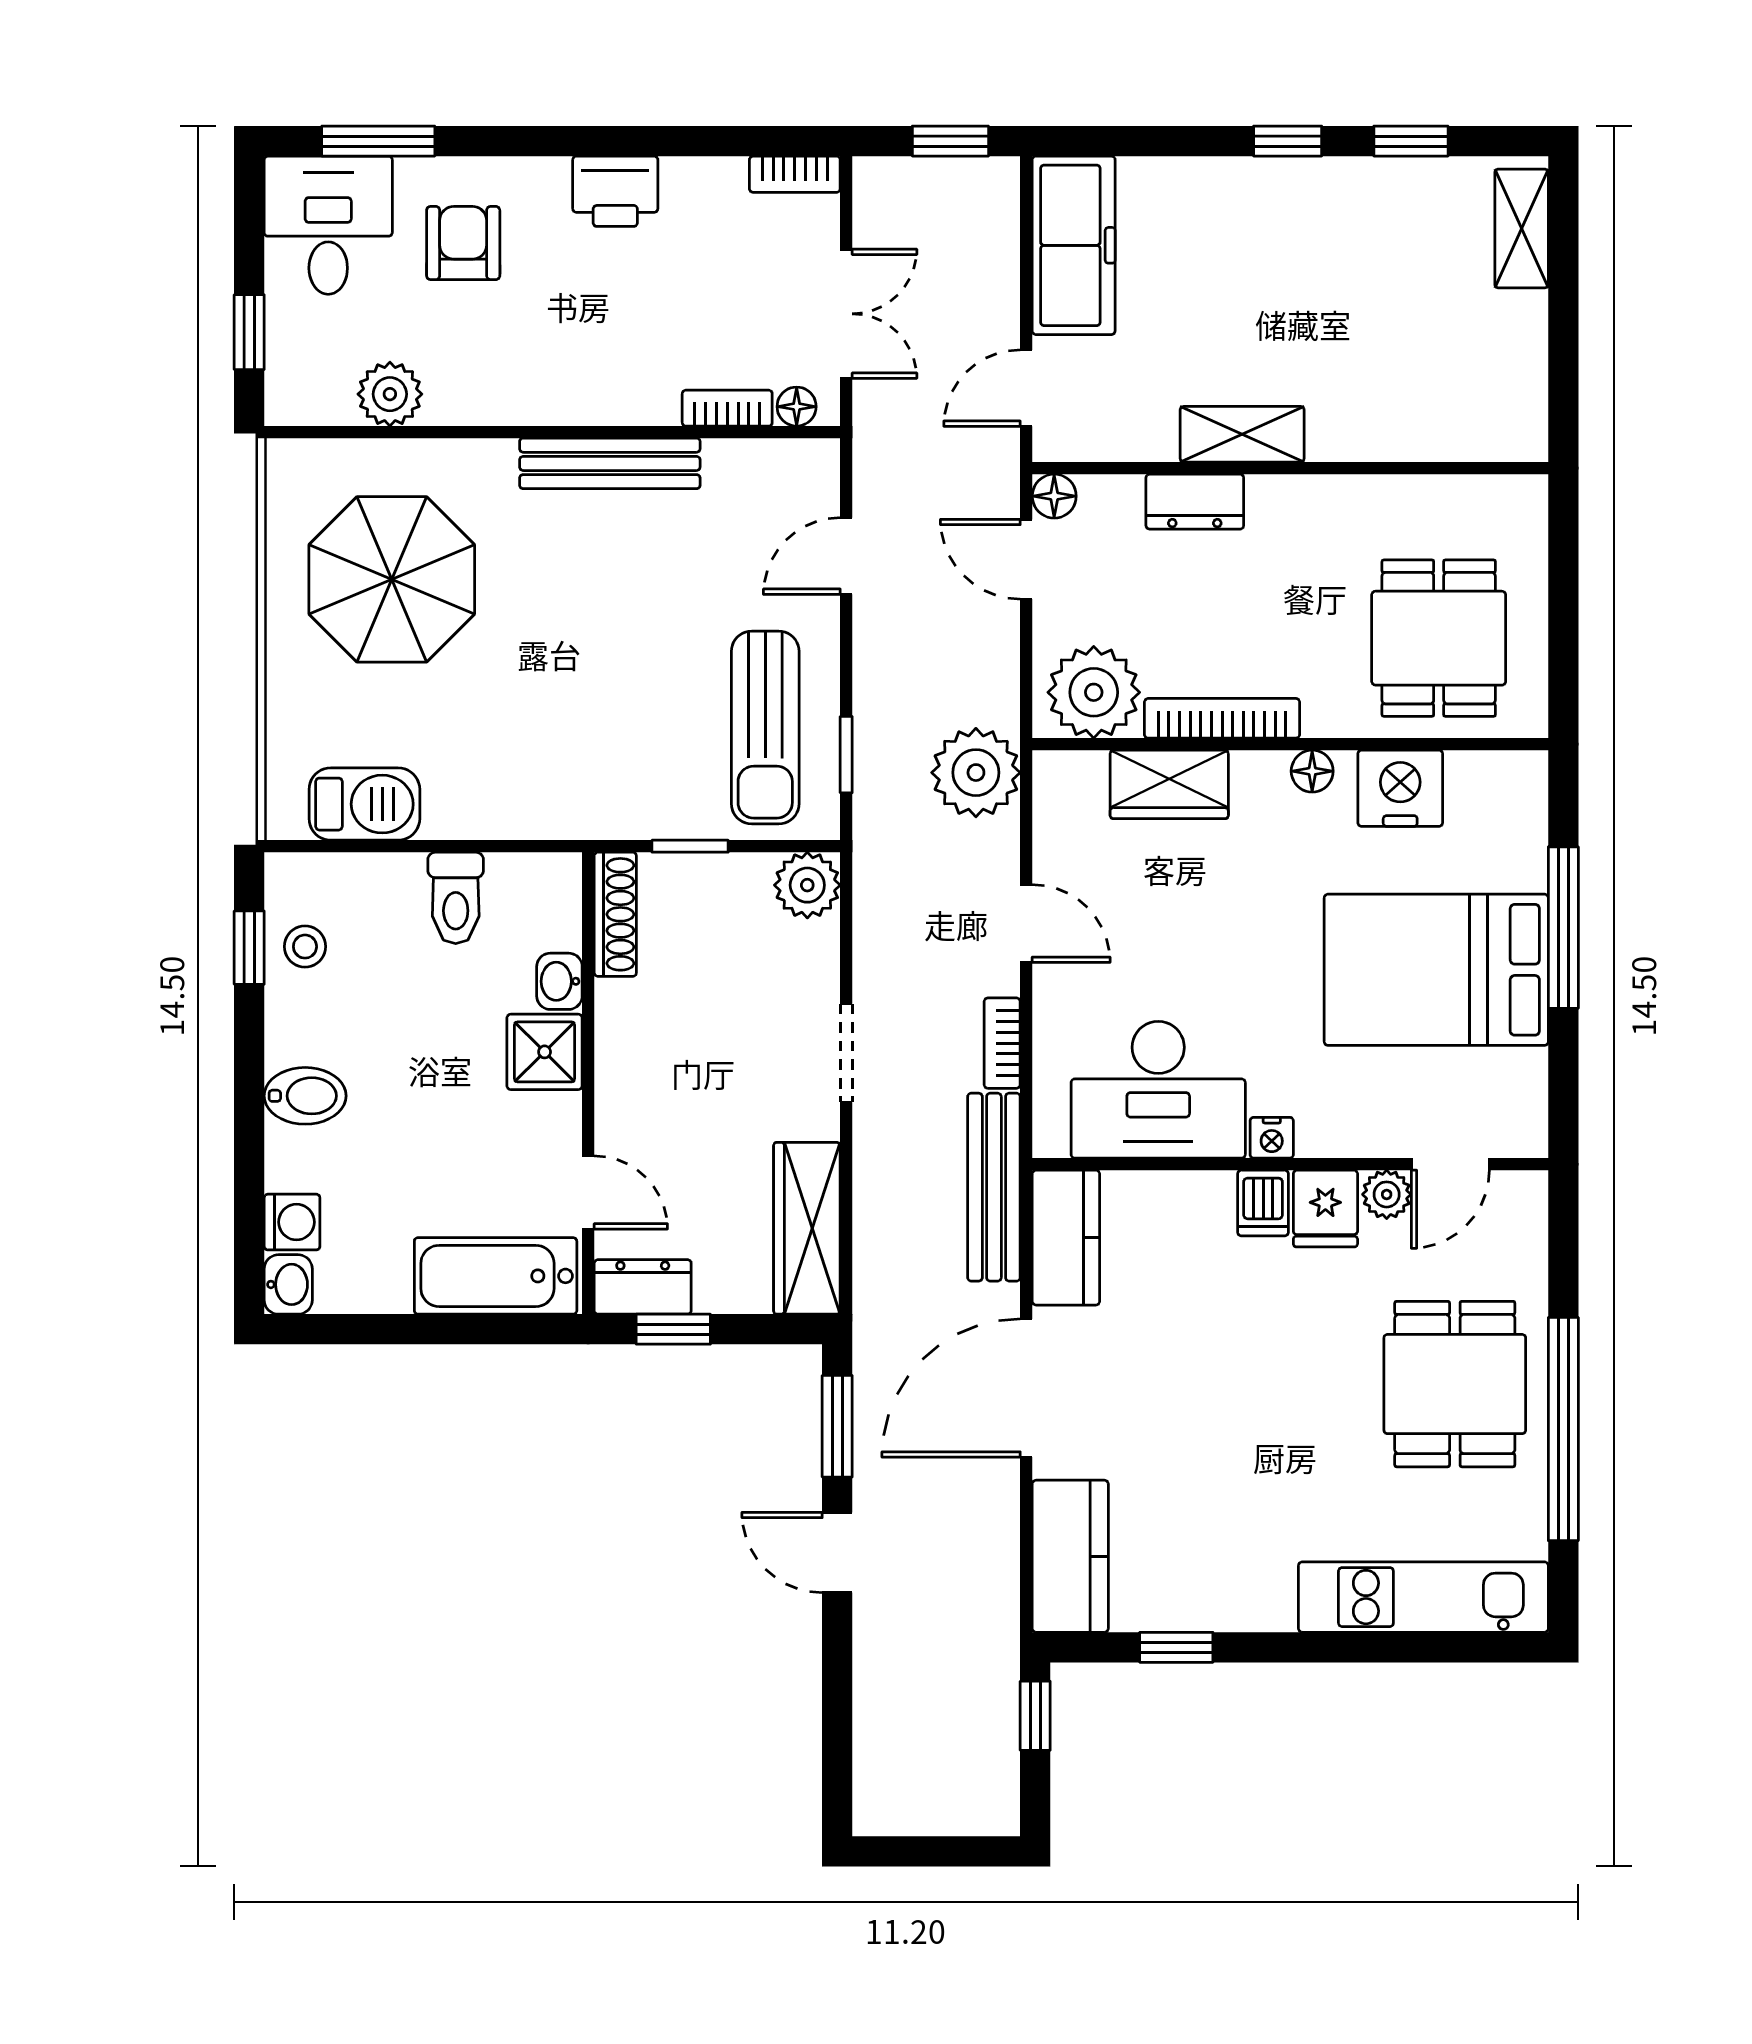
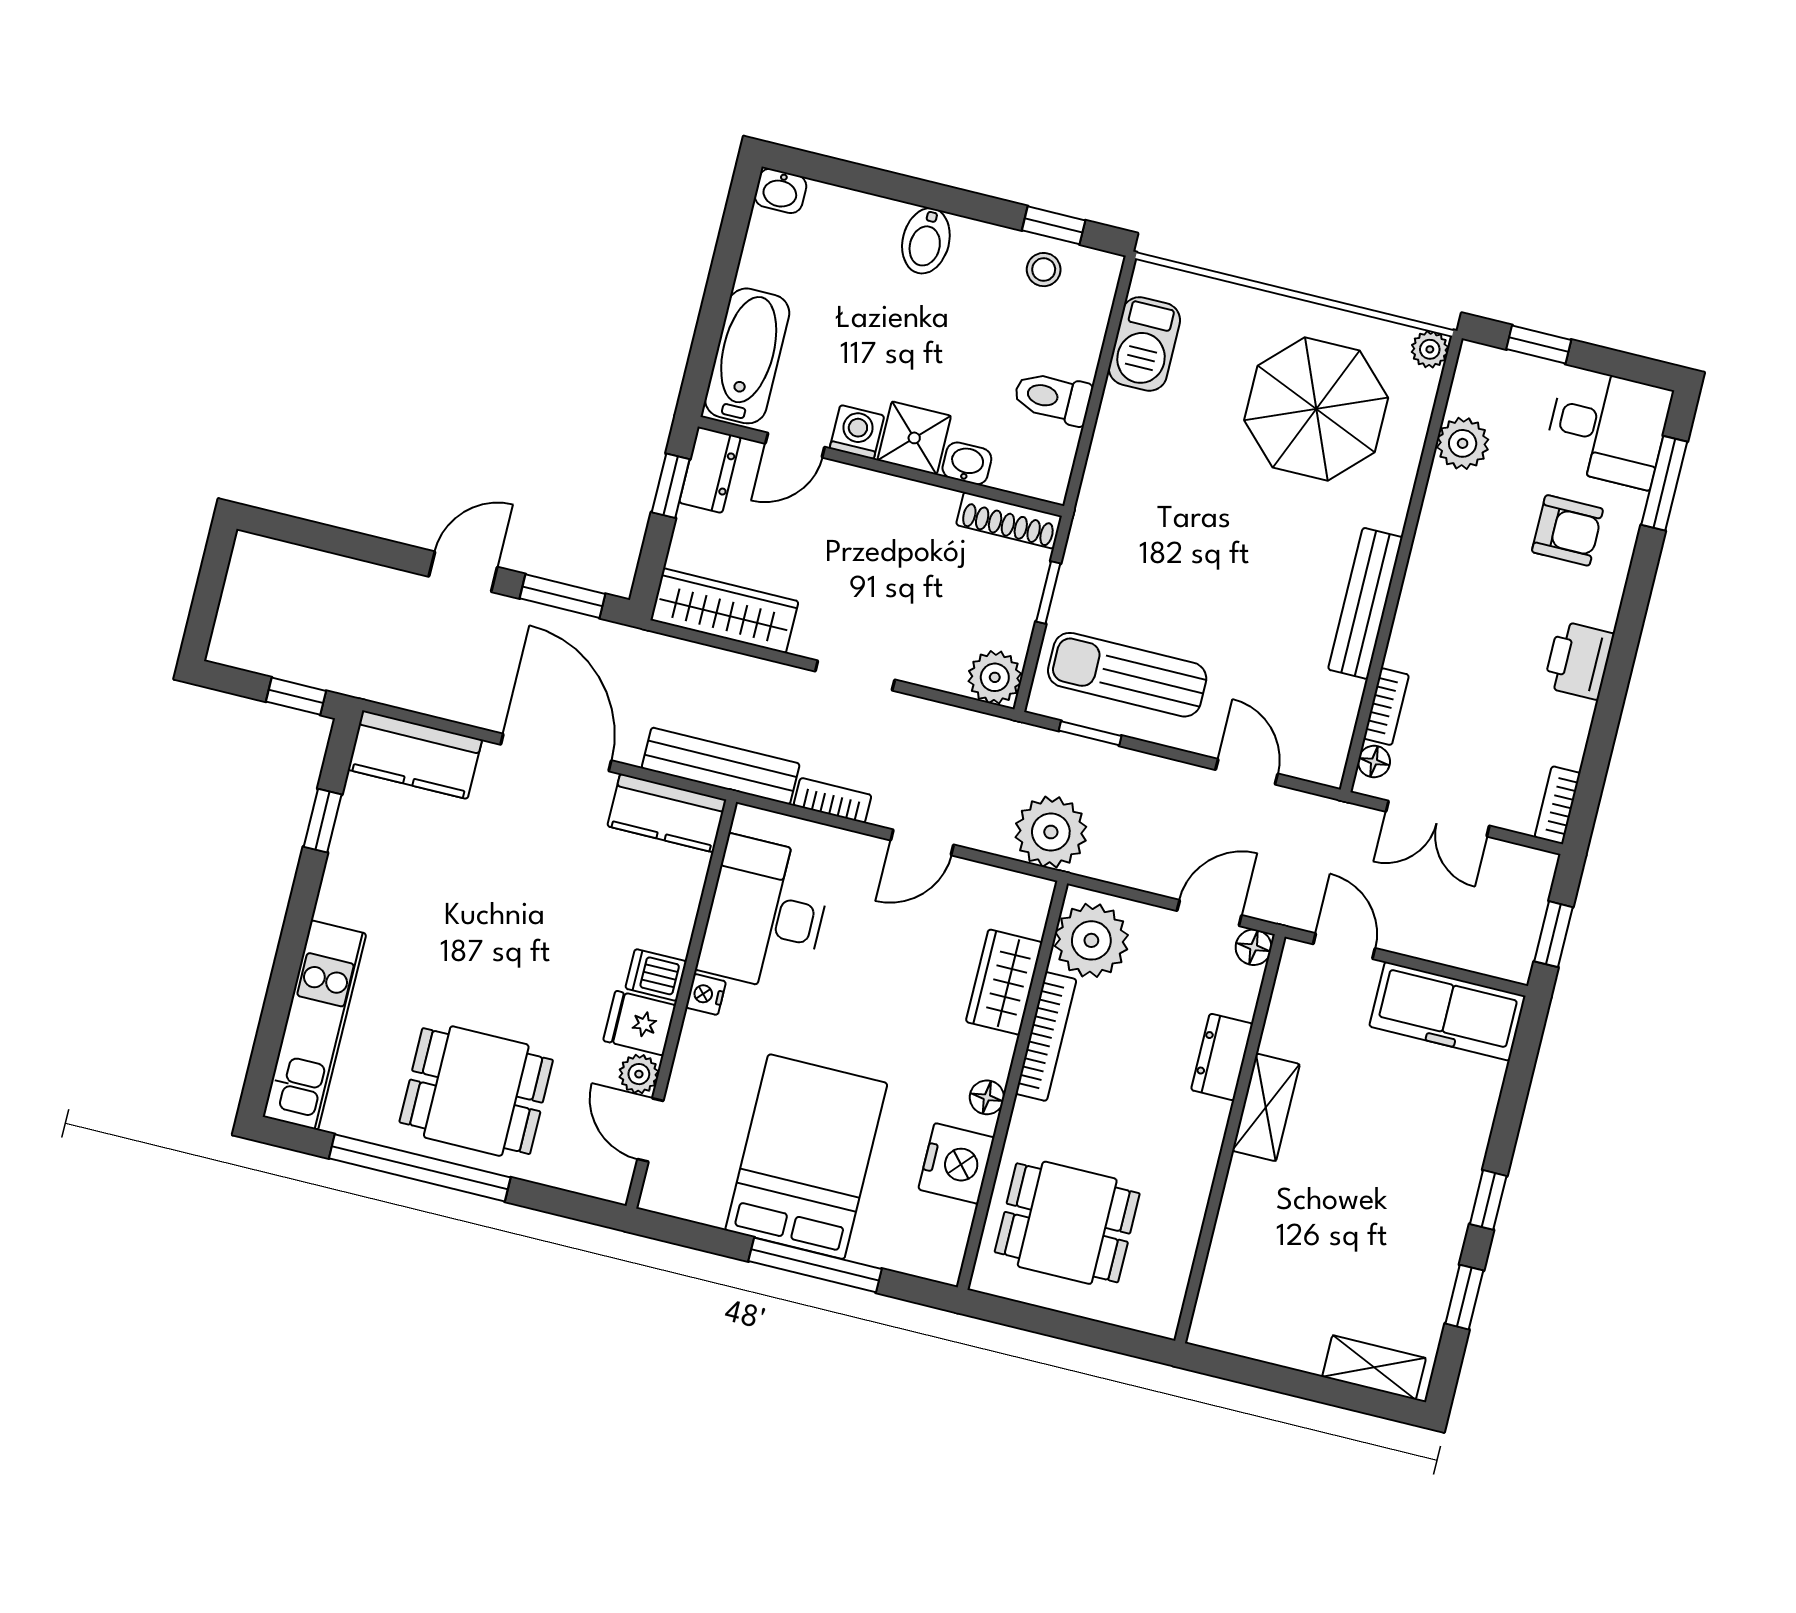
plant: (287, 461) -> (1430, 349), added
washing machine: (292, 1222) -> (857, 432), moved, turned 180

